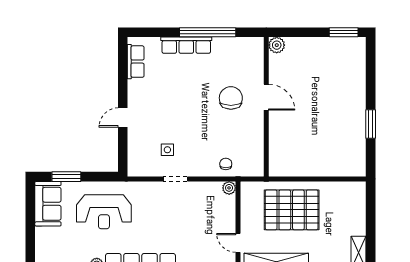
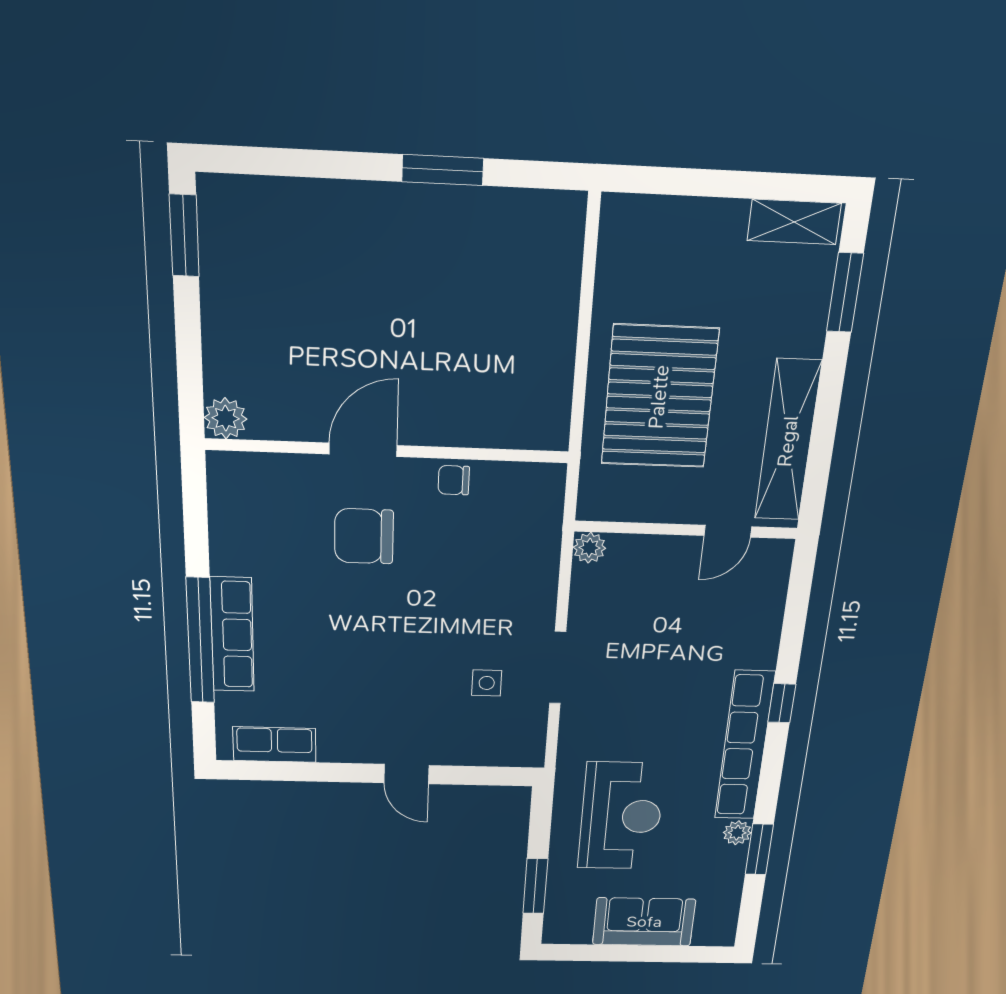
window: (208, 32) -> (200, 641), moved
chair: (226, 164) -> (454, 480), moved
doorway: (175, 179) -> (558, 668), width x1.38
sofa: (48, 204) -> (644, 922), moved

